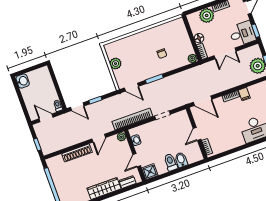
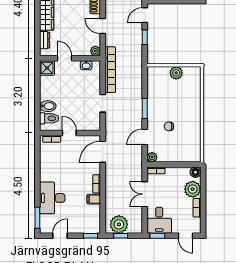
floor lamp: (199, 38) -> (195, 172), moved
door: (131, 87) -> (145, 137), moved
toilet: (171, 162) -> (49, 118), moved

